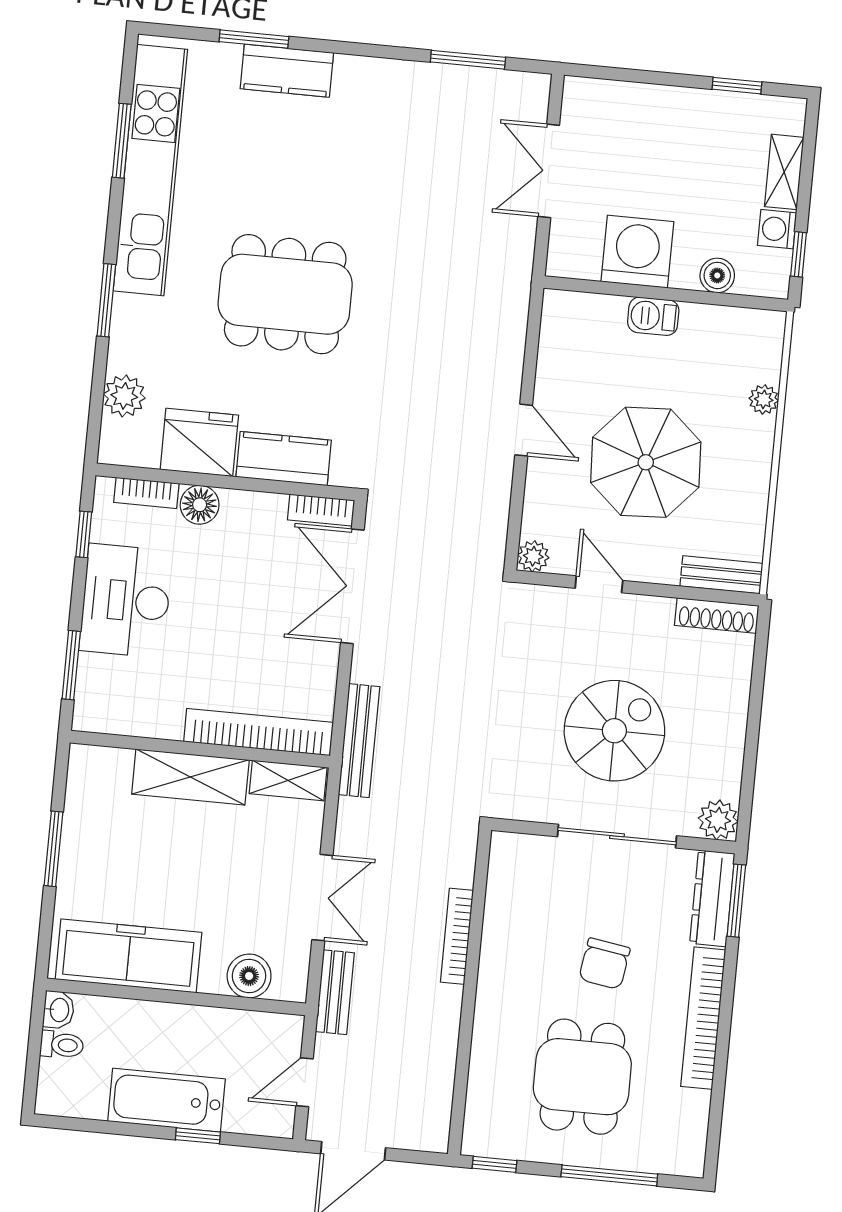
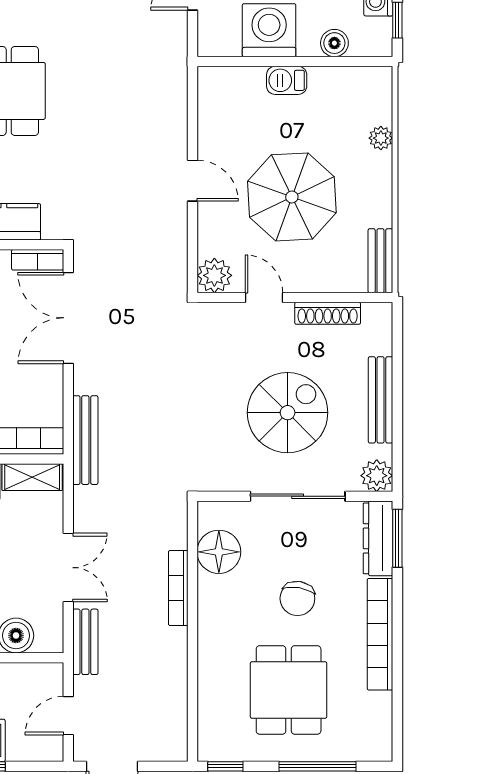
plant: (533, 556) -> (214, 275), width x1.38, depth x1.38
bench: (721, 575) -> (380, 261), moved, turned 90
shoe rack: (717, 616) -> (328, 313), moved
bench: (732, 726) -> (381, 400), added
floor lamp: (512, 896) -> (219, 552), added

